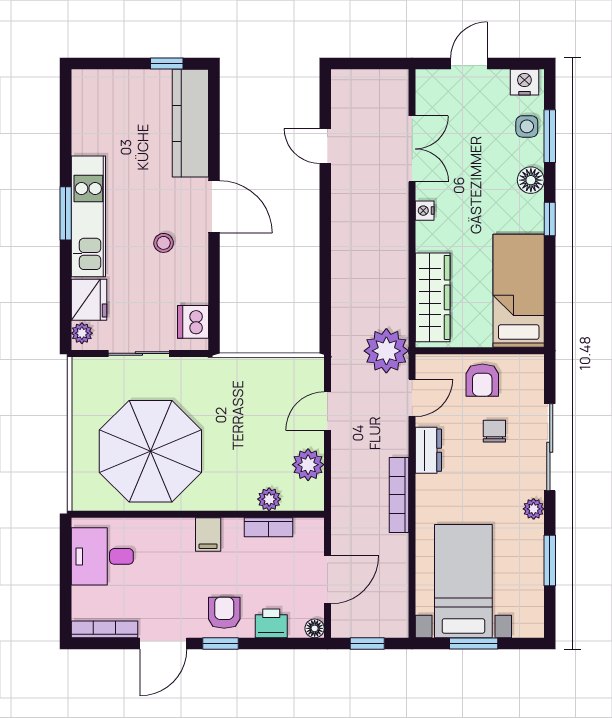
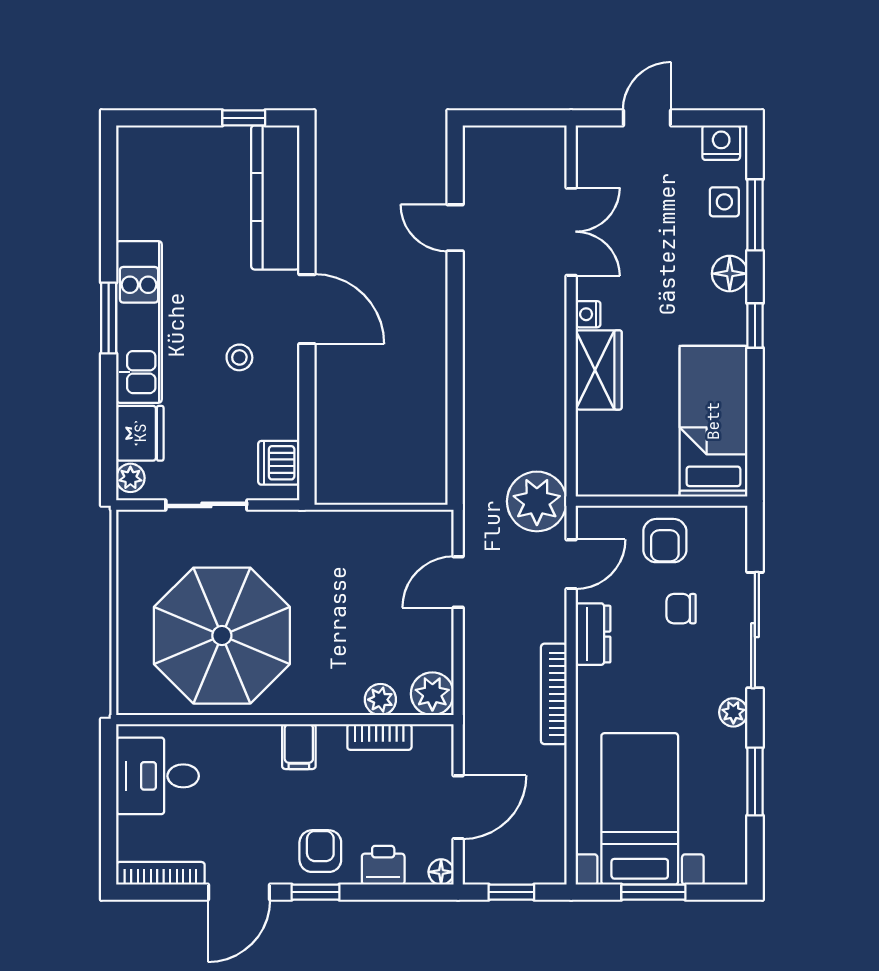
wardrobe: (433, 297) -> (599, 370), moved, width x0.67
chair: (494, 431) -> (681, 609), turned -90
plant: (308, 465) -> (432, 694), moved

